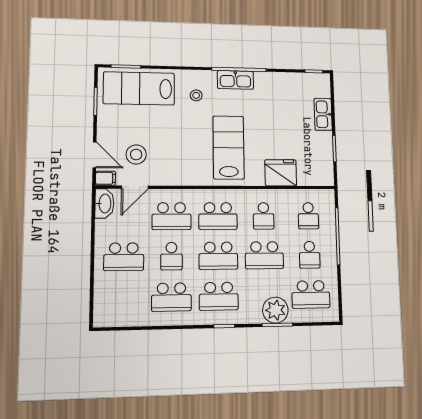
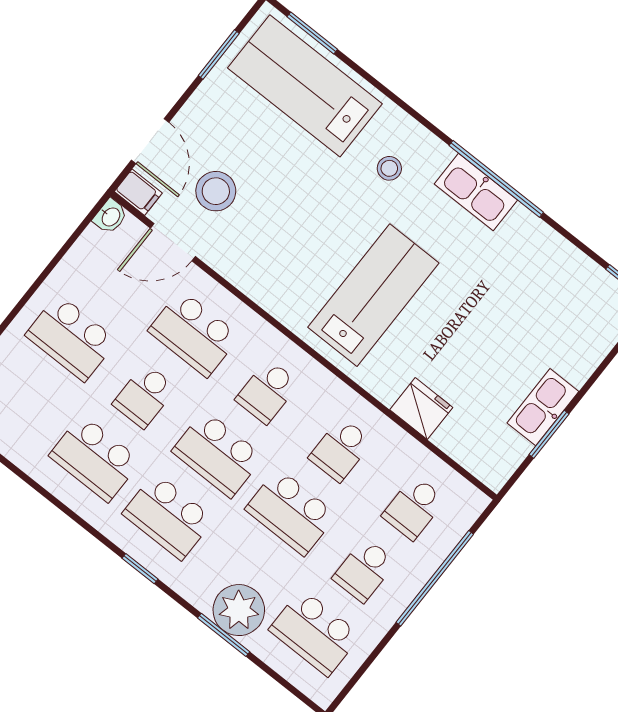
kitchen sink: (323, 114) -> (543, 407), moved
fridge: (281, 173) -> (421, 409), width x0.73, depth x0.75
washbasin: (104, 203) -> (110, 216), width x0.52, depth x0.69
school desk: (218, 216) -> (267, 392), width x0.54

